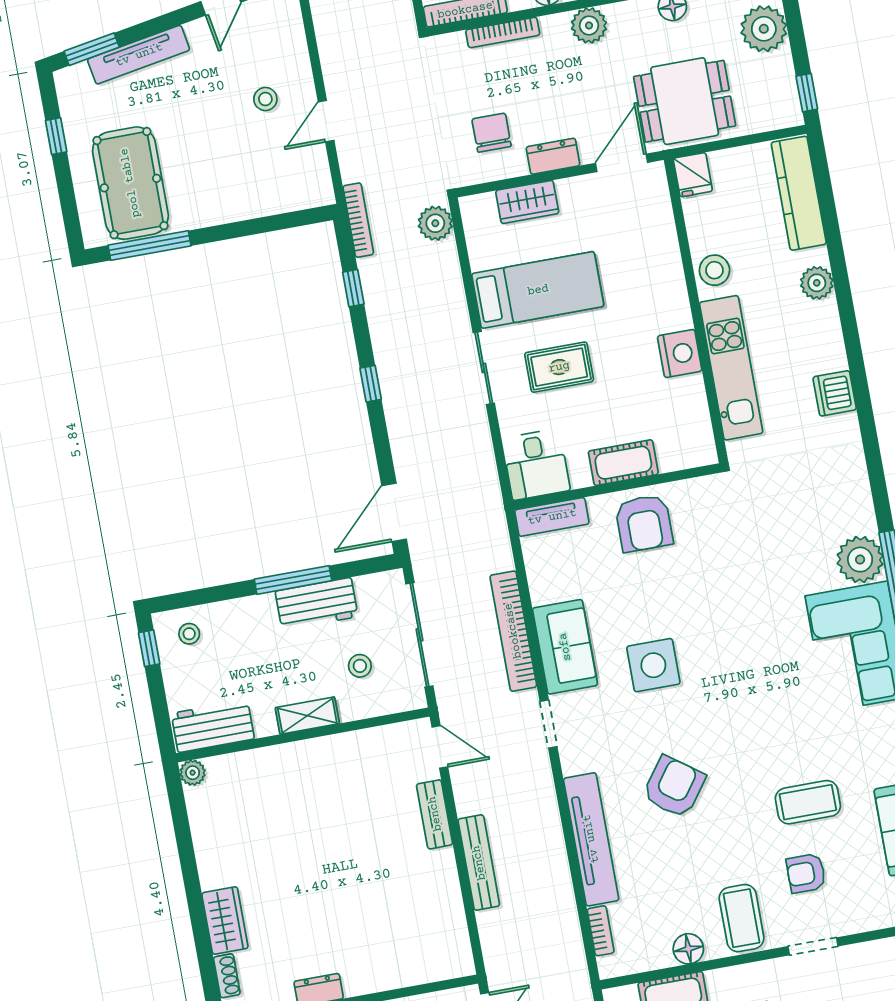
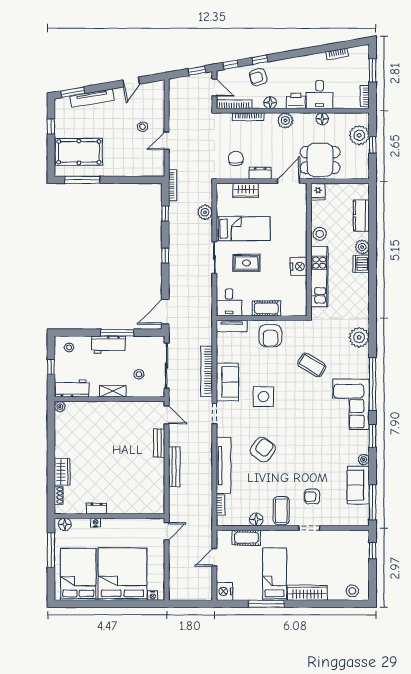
window: (807, 93) -> (373, 145), moved
pool table: (130, 183) -> (79, 152), turned 90
kitchen counter: (799, 193) -> (361, 216), width x0.67
plant: (435, 223) -> (205, 212), moved
dishwasher: (835, 393) -> (361, 264), moved
plant: (860, 560) -> (359, 337), moved
workbench: (317, 604) -> (108, 345), moved
window: (149, 648) -> (51, 367), moved
coffee table: (808, 802) -> (312, 365), moved, turned 31

